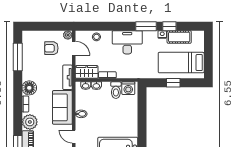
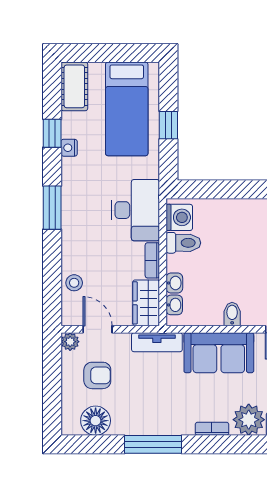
window: (146, 26) -> (52, 208), moved
cot: (179, 37) -> (74, 86), moved
desk: (127, 42) -> (135, 210), moved, turned 180
armchair: (51, 48) -> (97, 375), turned -90
door: (74, 48) -> (98, 329), hinge flipped
window: (18, 57) -> (153, 444), moved
floor lamp: (29, 88) -> (96, 421), moved

